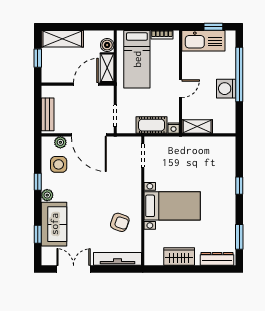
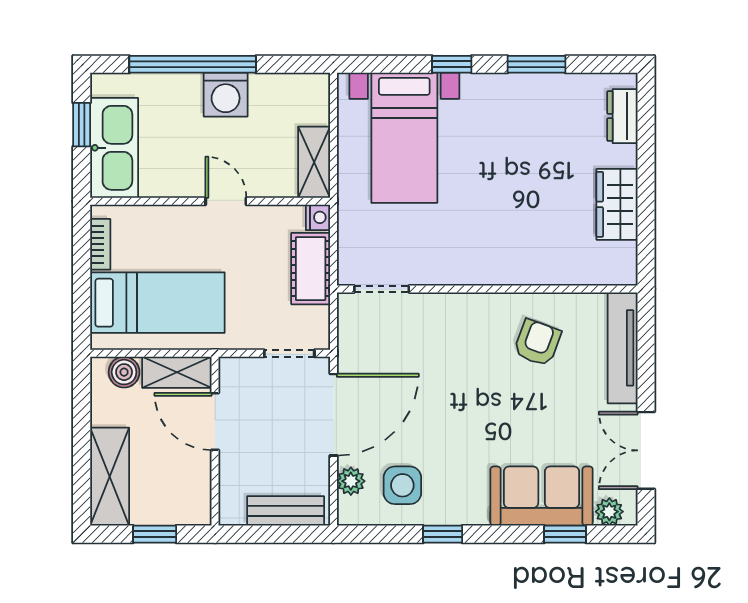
plant: (47, 195) -> (609, 512), moved
bed with nightstands: (172, 206) -> (404, 138), moved, turned 180
window: (239, 237) -> (536, 64), moved
dresser: (217, 259) -> (622, 116), width x0.70

